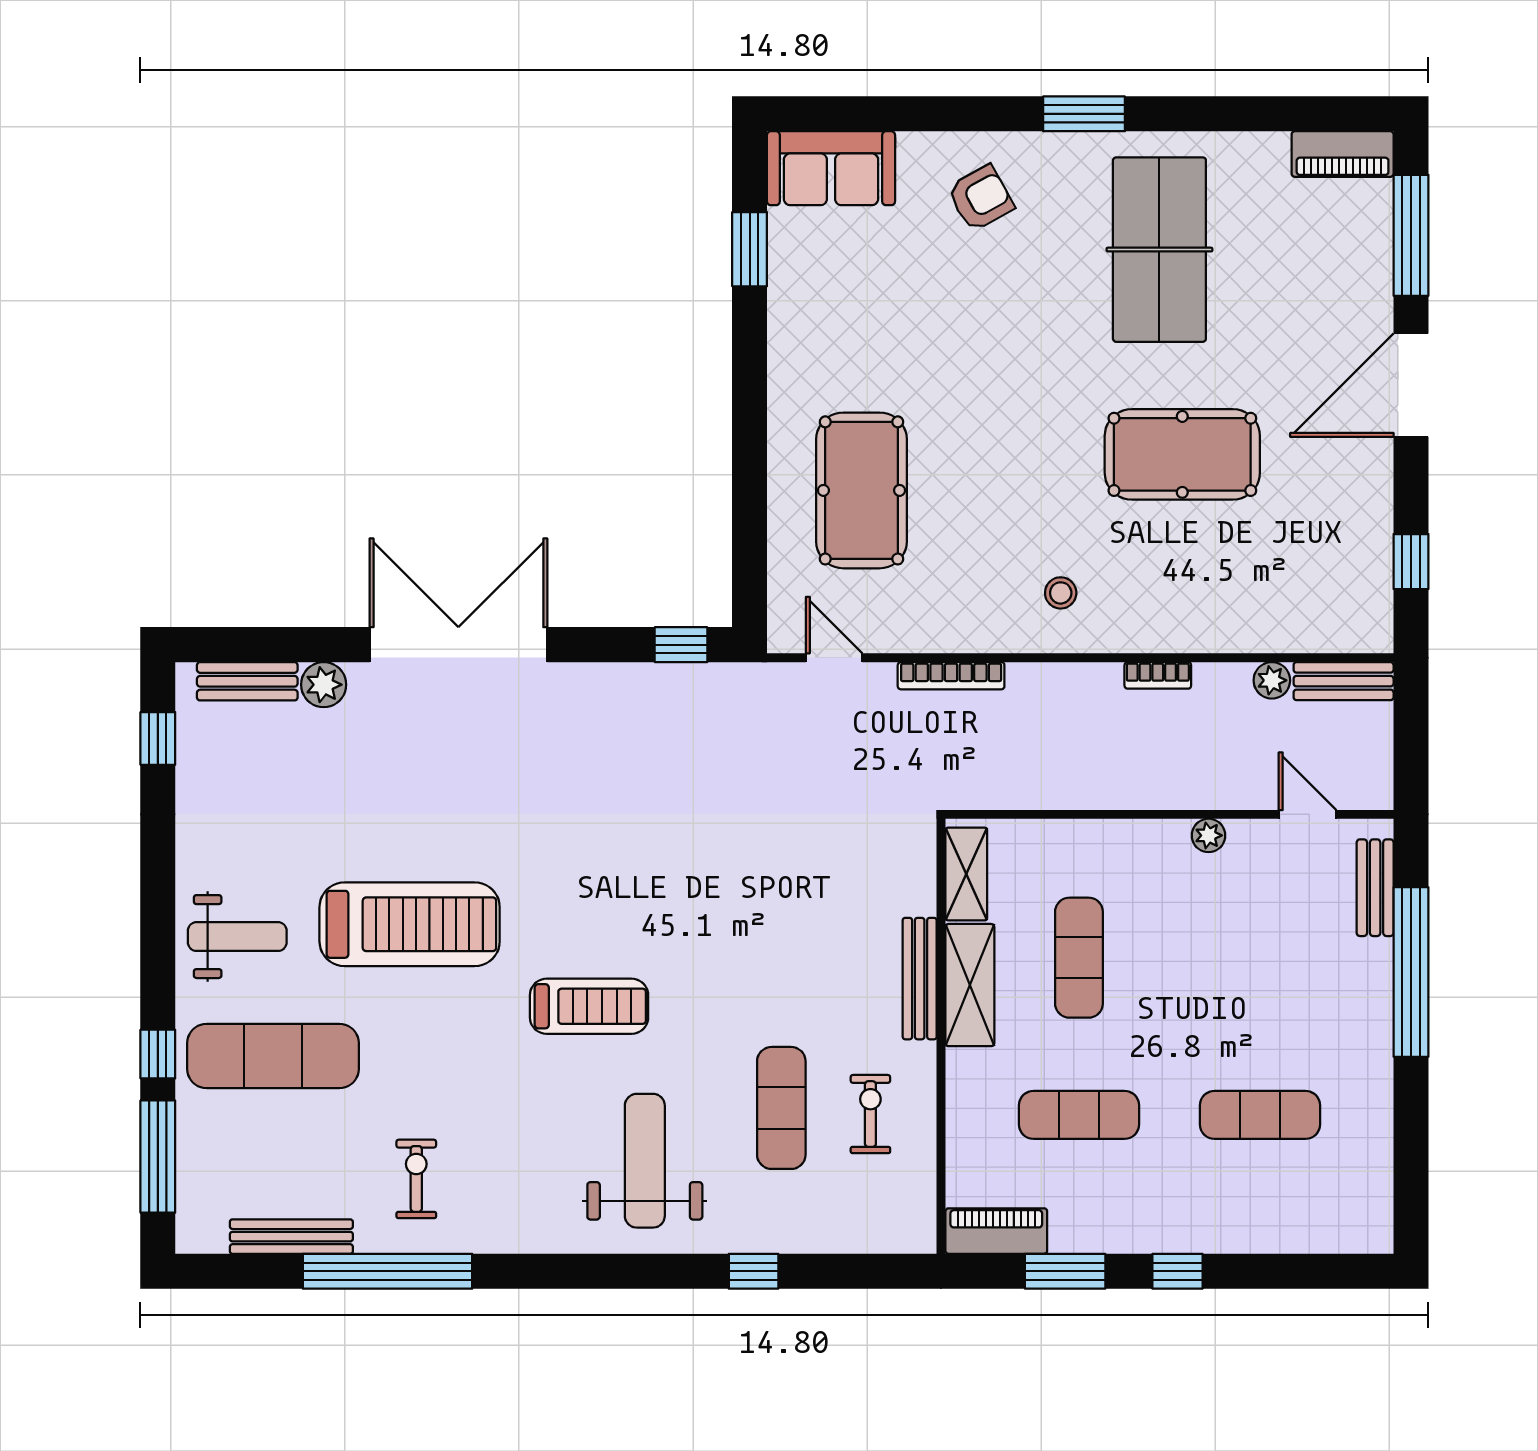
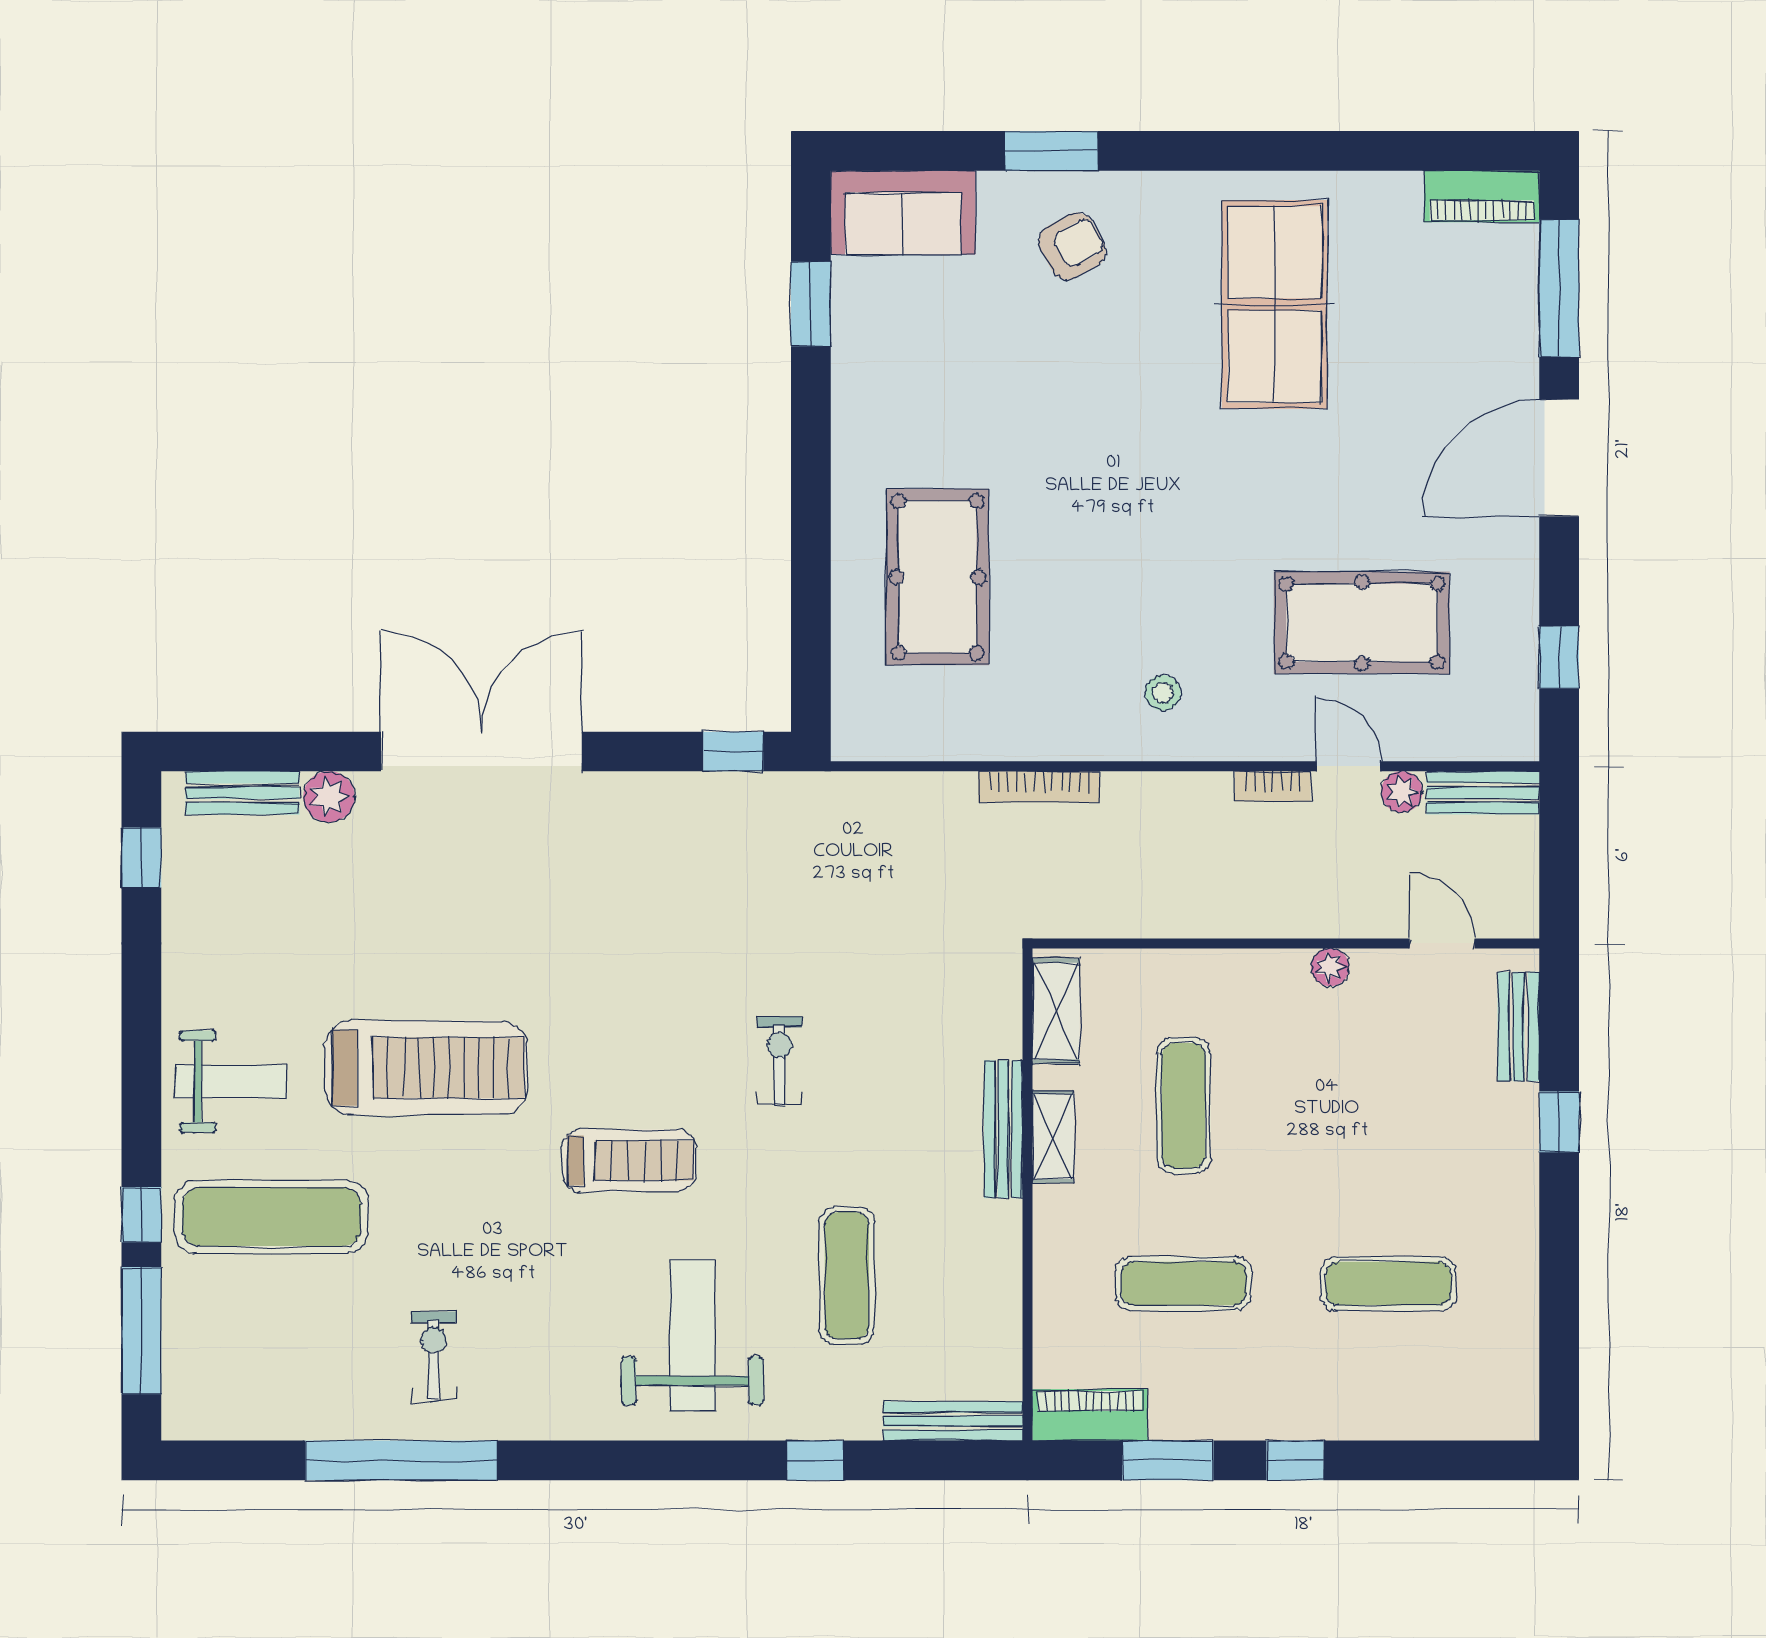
window: (1084, 114) -> (1051, 151), moved
pool table: (1182, 454) -> (1362, 623), moved
door: (834, 658) -> (1348, 766), moved
window: (1411, 972) -> (1559, 1122), width x0.32
shelving: (970, 985) -> (1053, 1137), width x0.67, depth x0.75
exercise bike: (870, 1114) -> (779, 1061), moved
bench: (291, 1237) -> (953, 1421), moved

